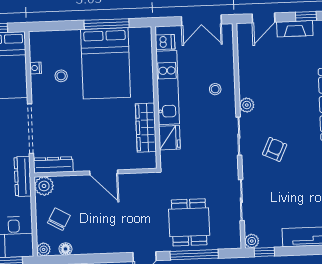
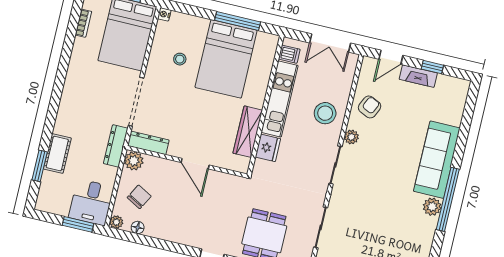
nightstand: (35, 68) -> (164, 14), moved
stool: (215, 89) -> (325, 113), width x1.89, depth x1.89
armchair: (275, 149) -> (370, 107), moved

